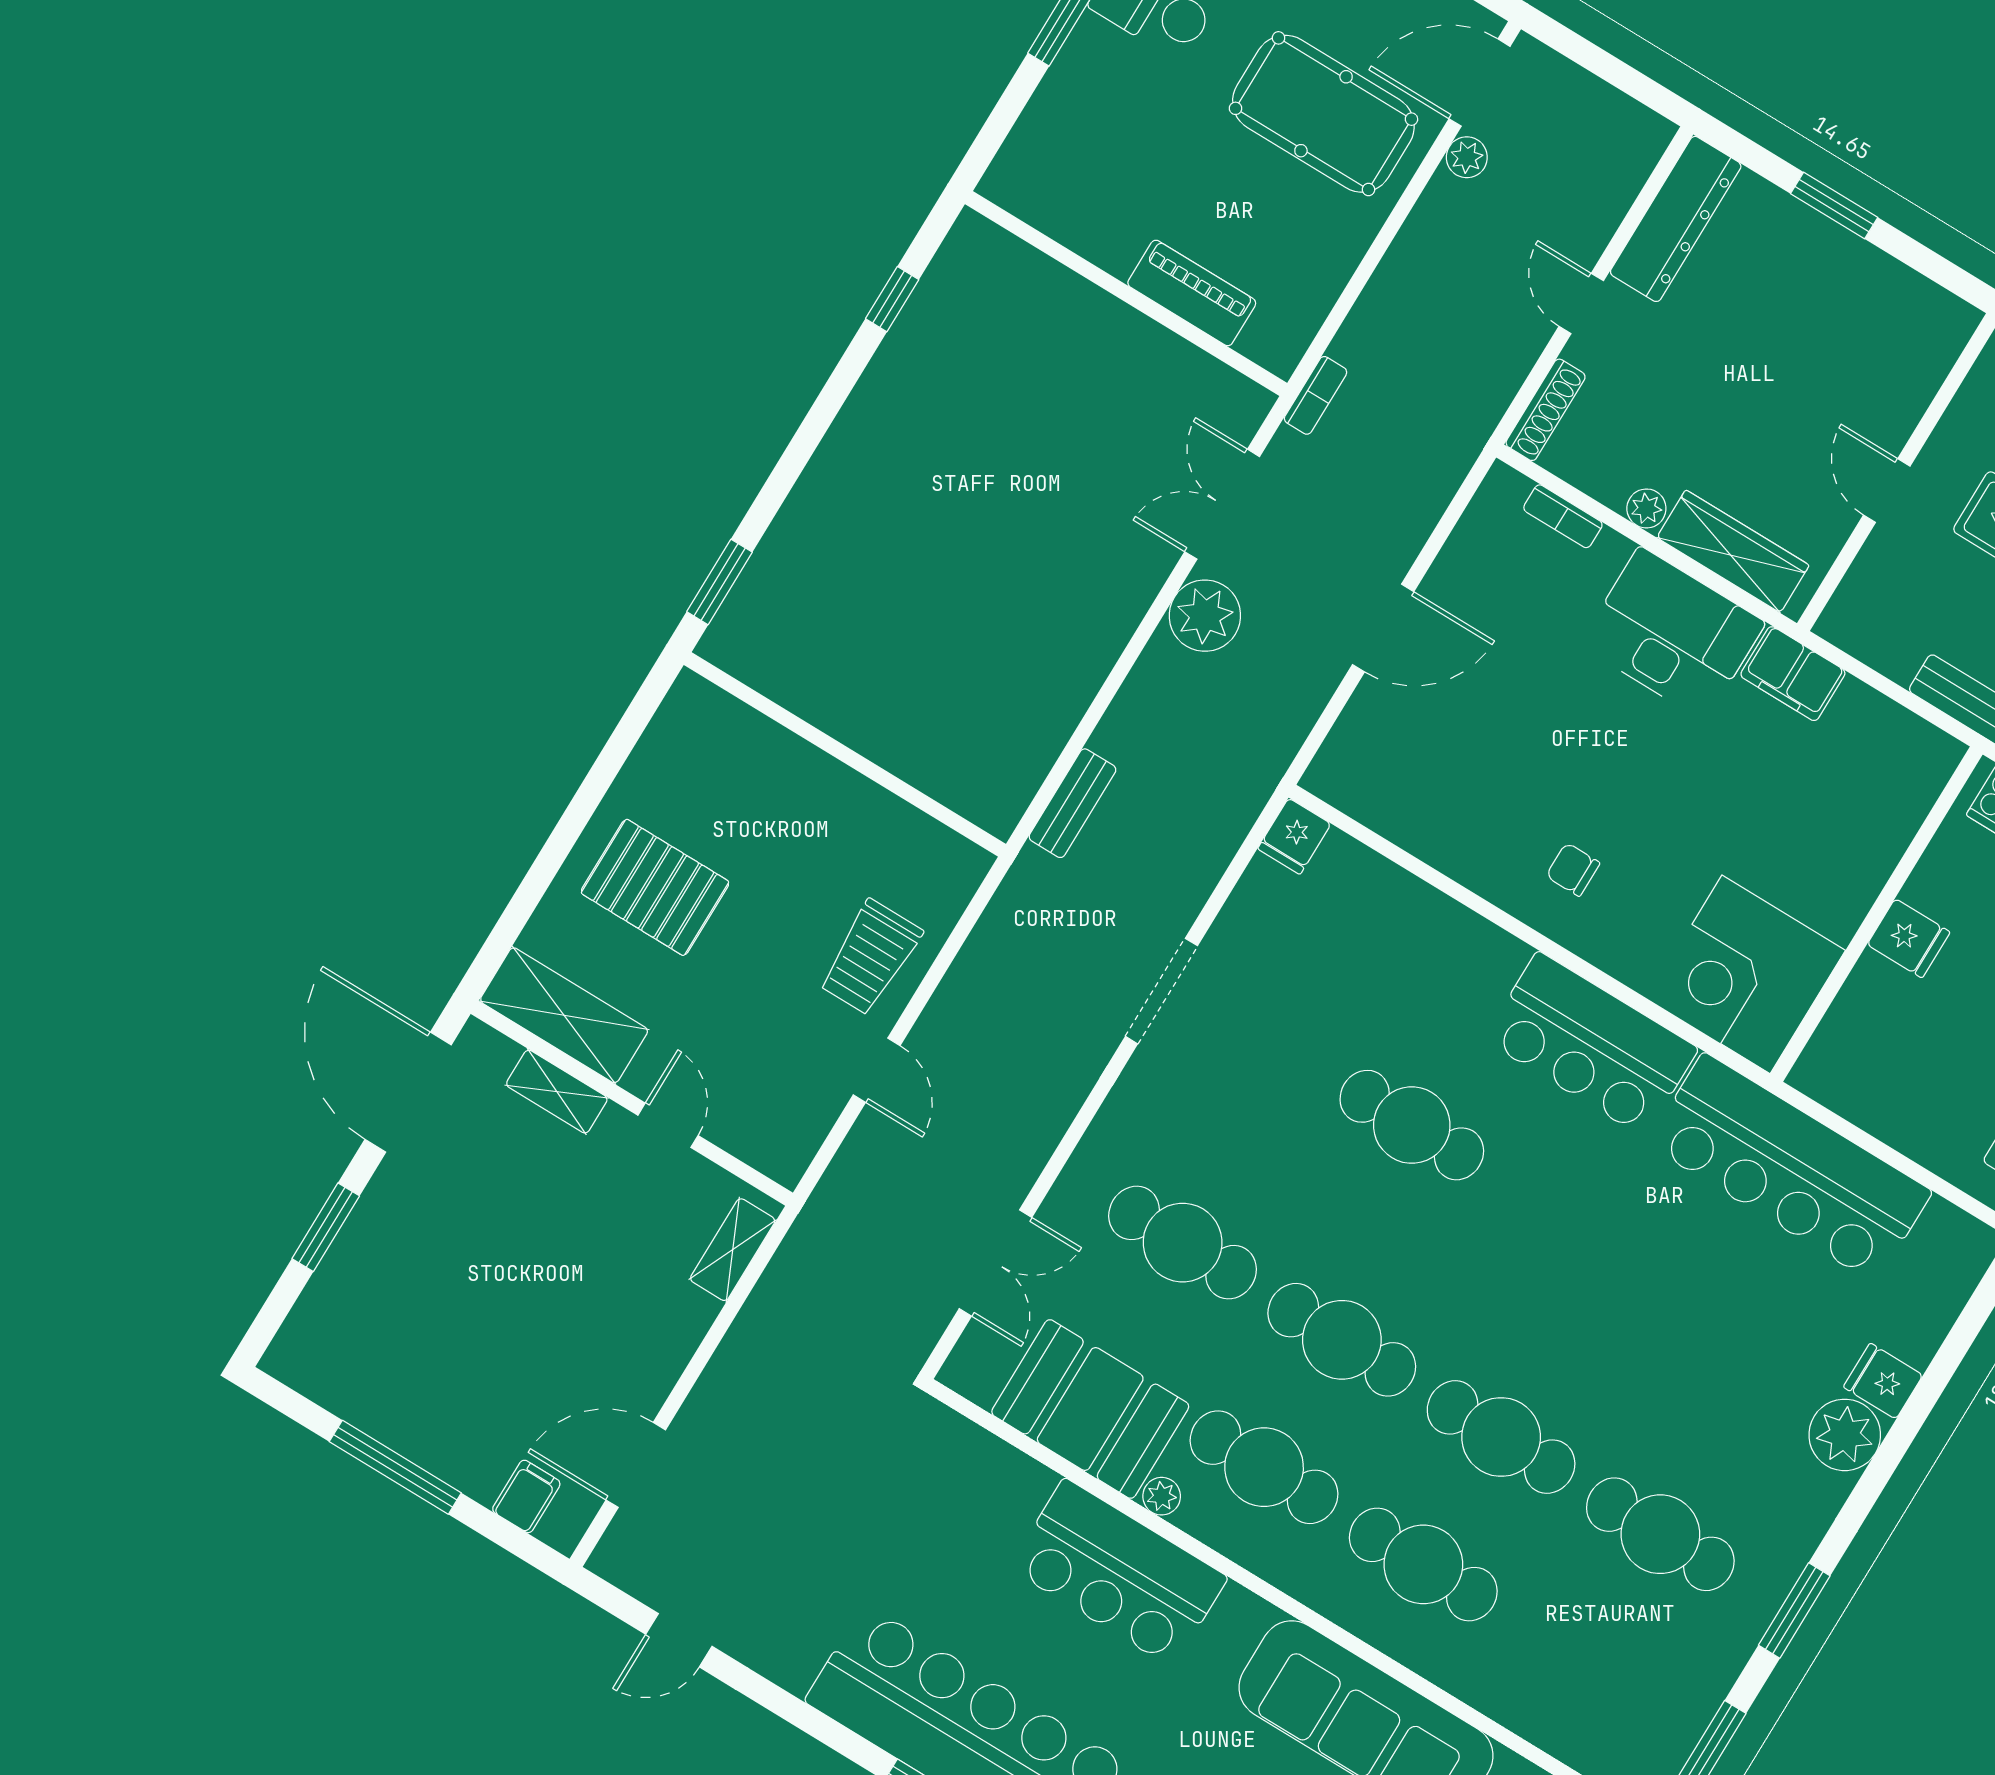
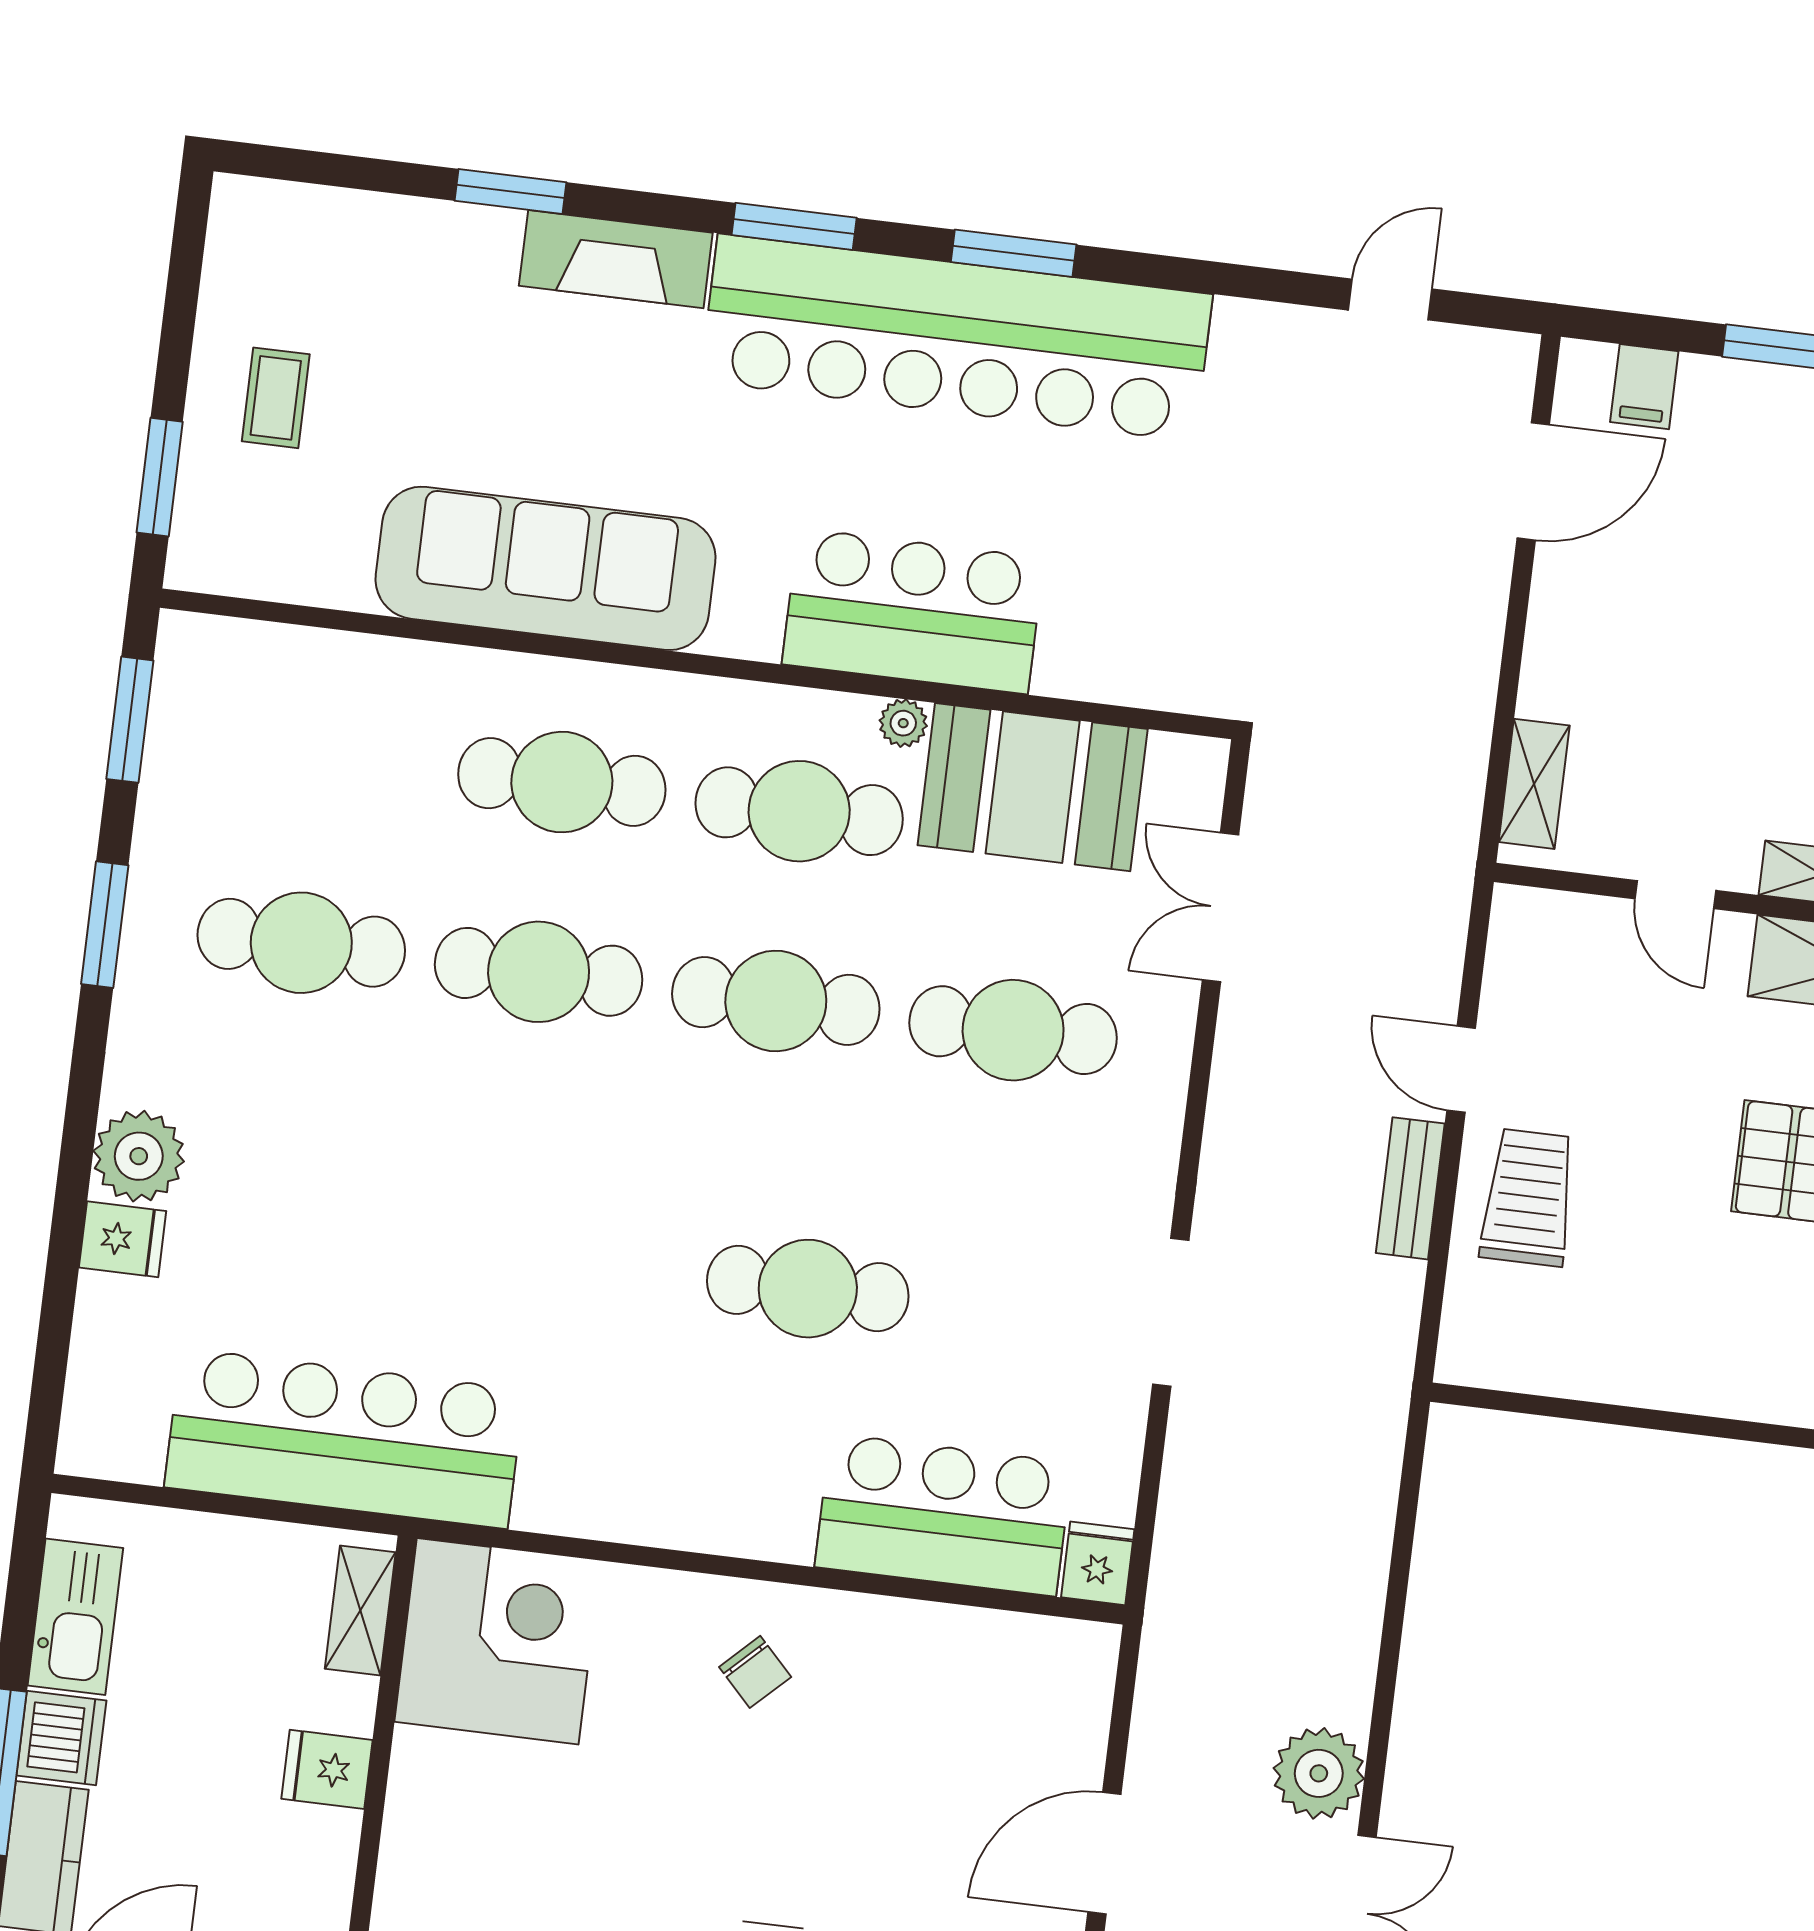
bench: (1073, 803) -> (1410, 1188), moved
chair: (1573, 870) -> (755, 1672), turned 46
shelving: (1834, 1040) -> (360, 1611), added
bar counter: (1591, 1044) -> (943, 1515), moved

